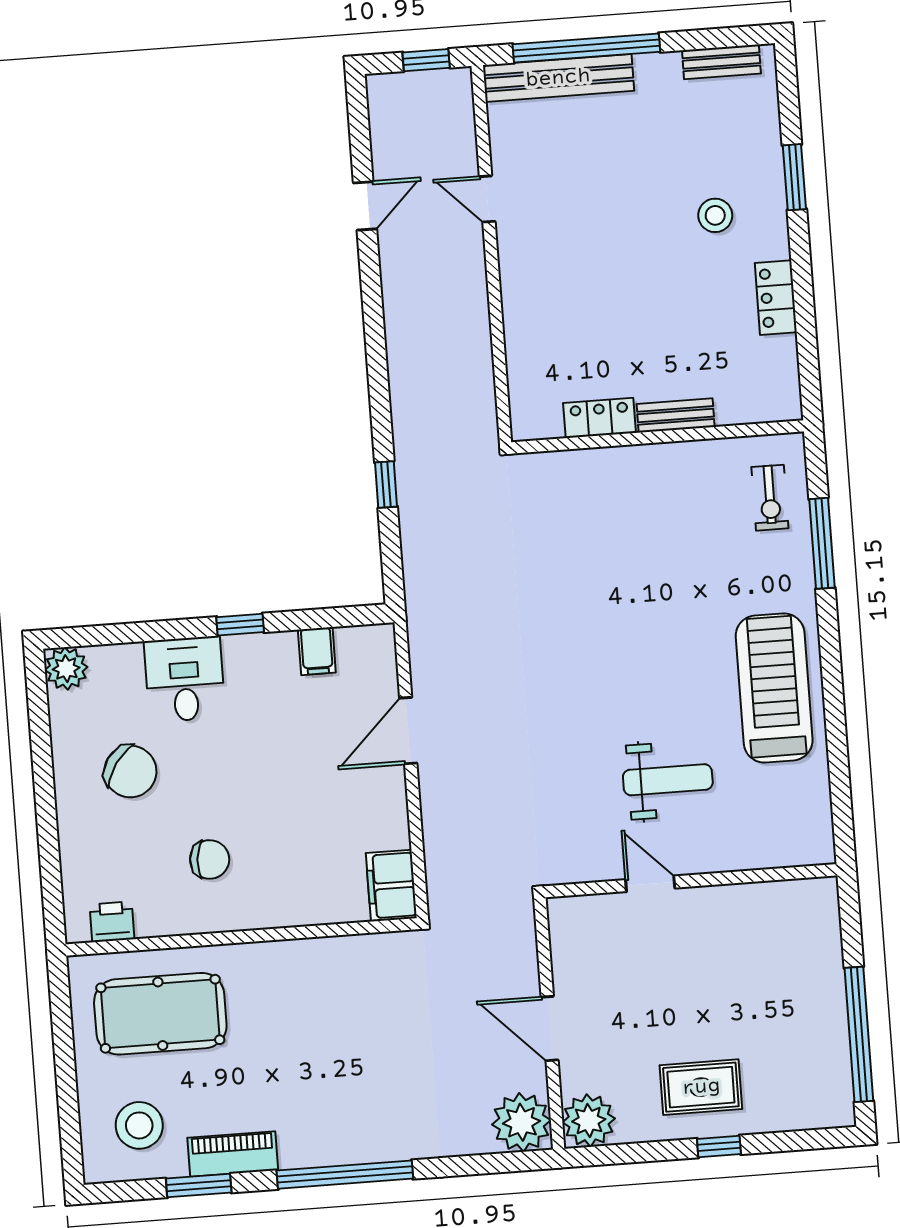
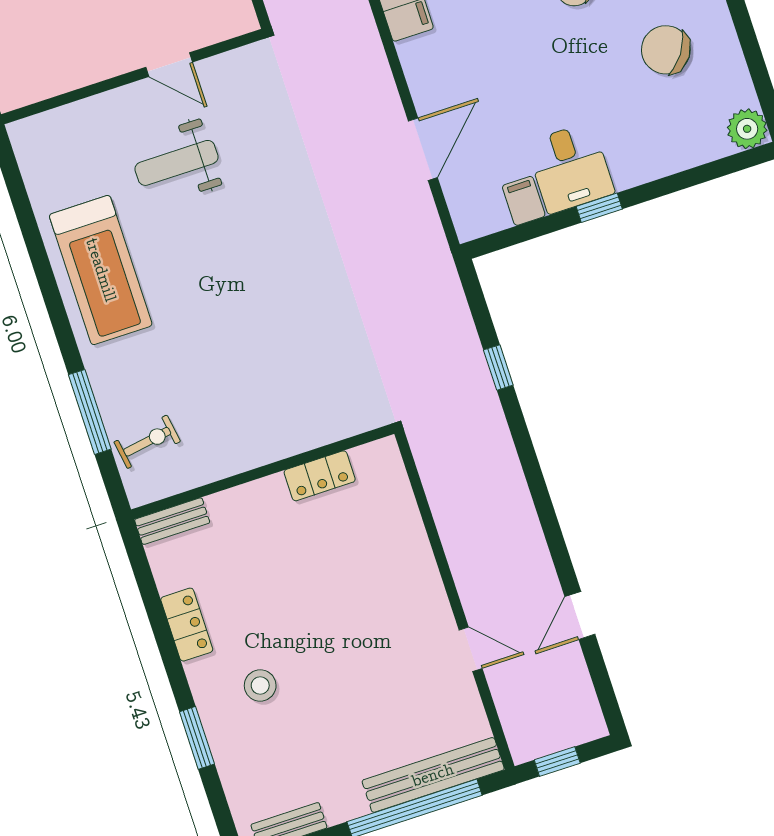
bench: (676, 415) -> (172, 521), moved
exercise bike: (770, 498) -> (147, 442), turned 81
desk: (185, 679) -> (570, 168), moved

